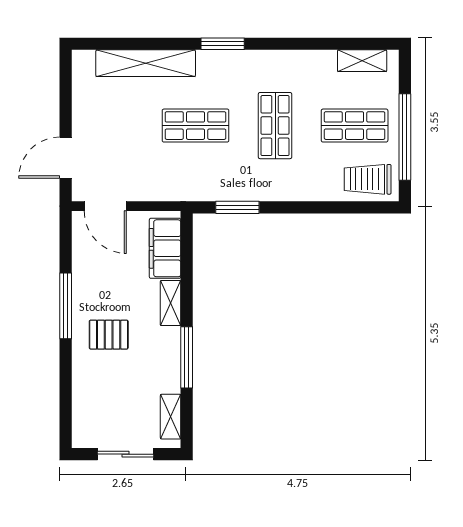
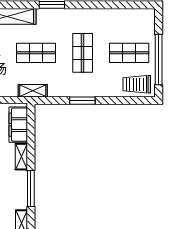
shelving: (362, 61) -> (33, 91), moved
window: (237, 207) -> (82, 101), moved

